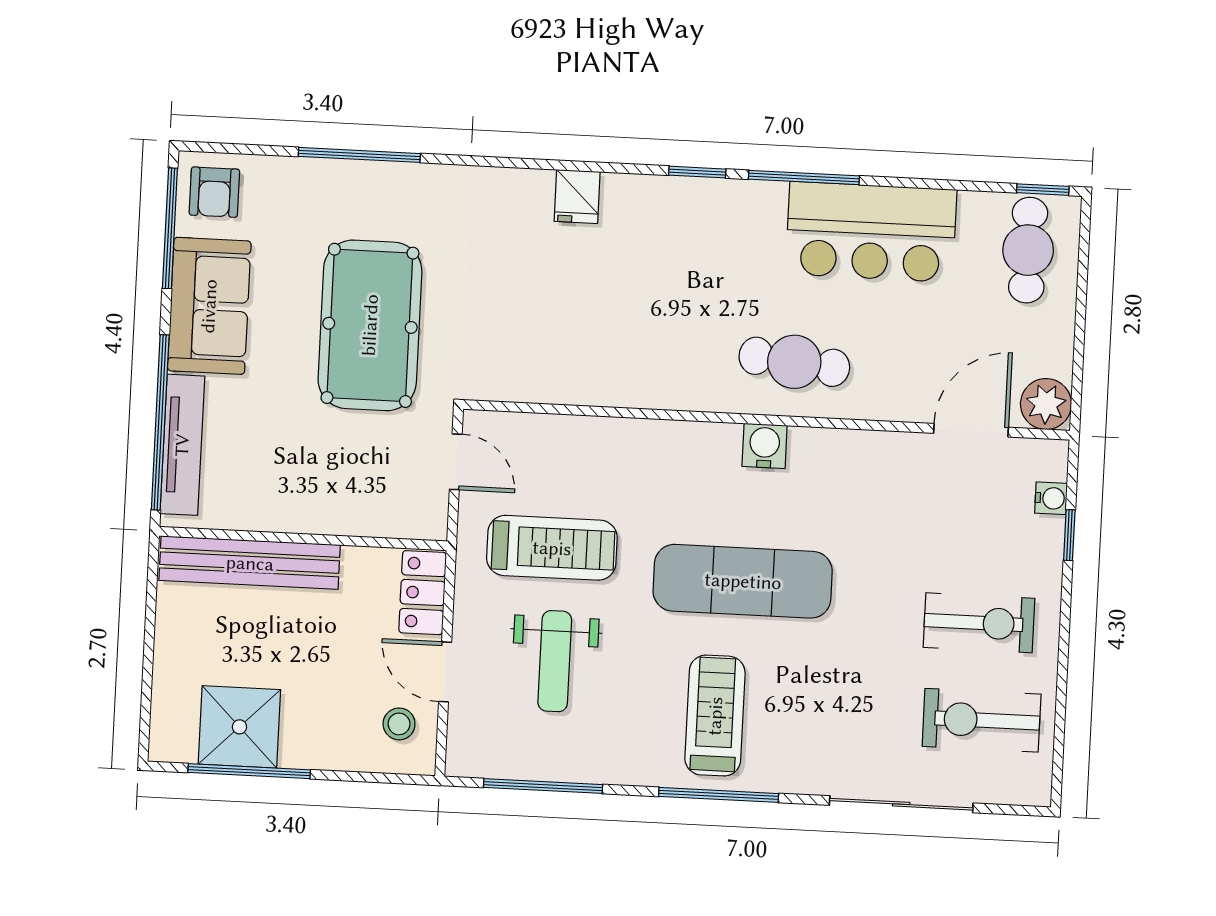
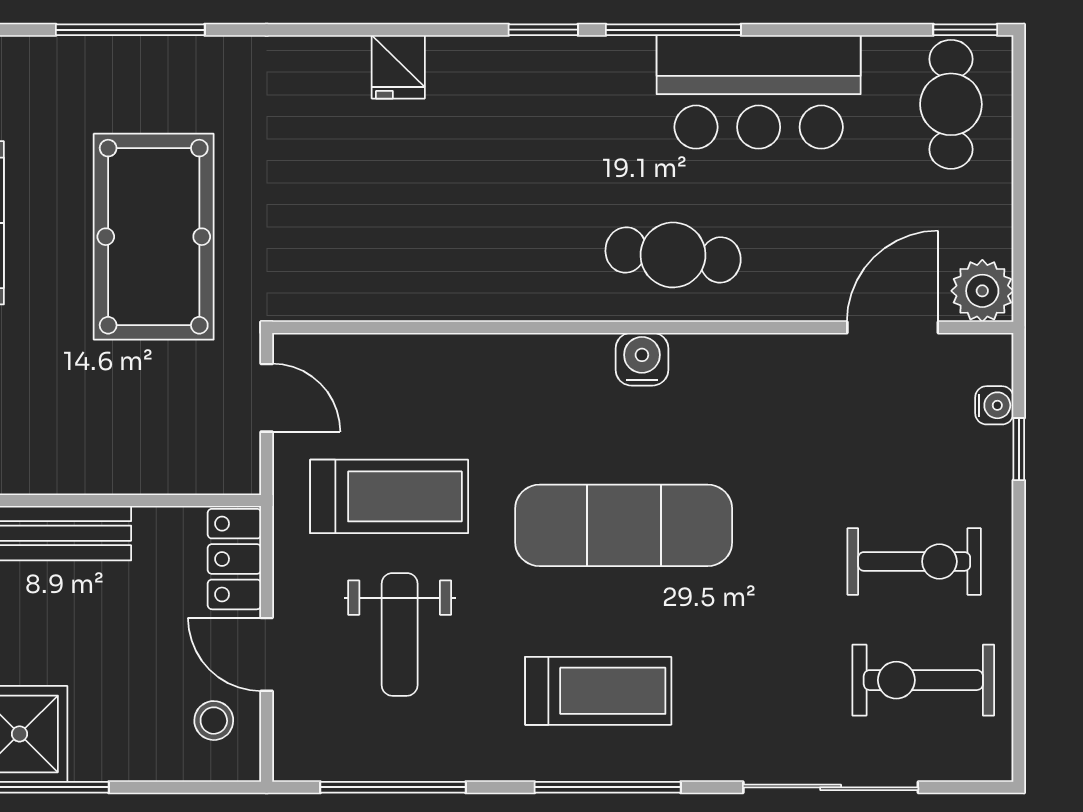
treadmill: (715, 716) -> (598, 691), turned 90

